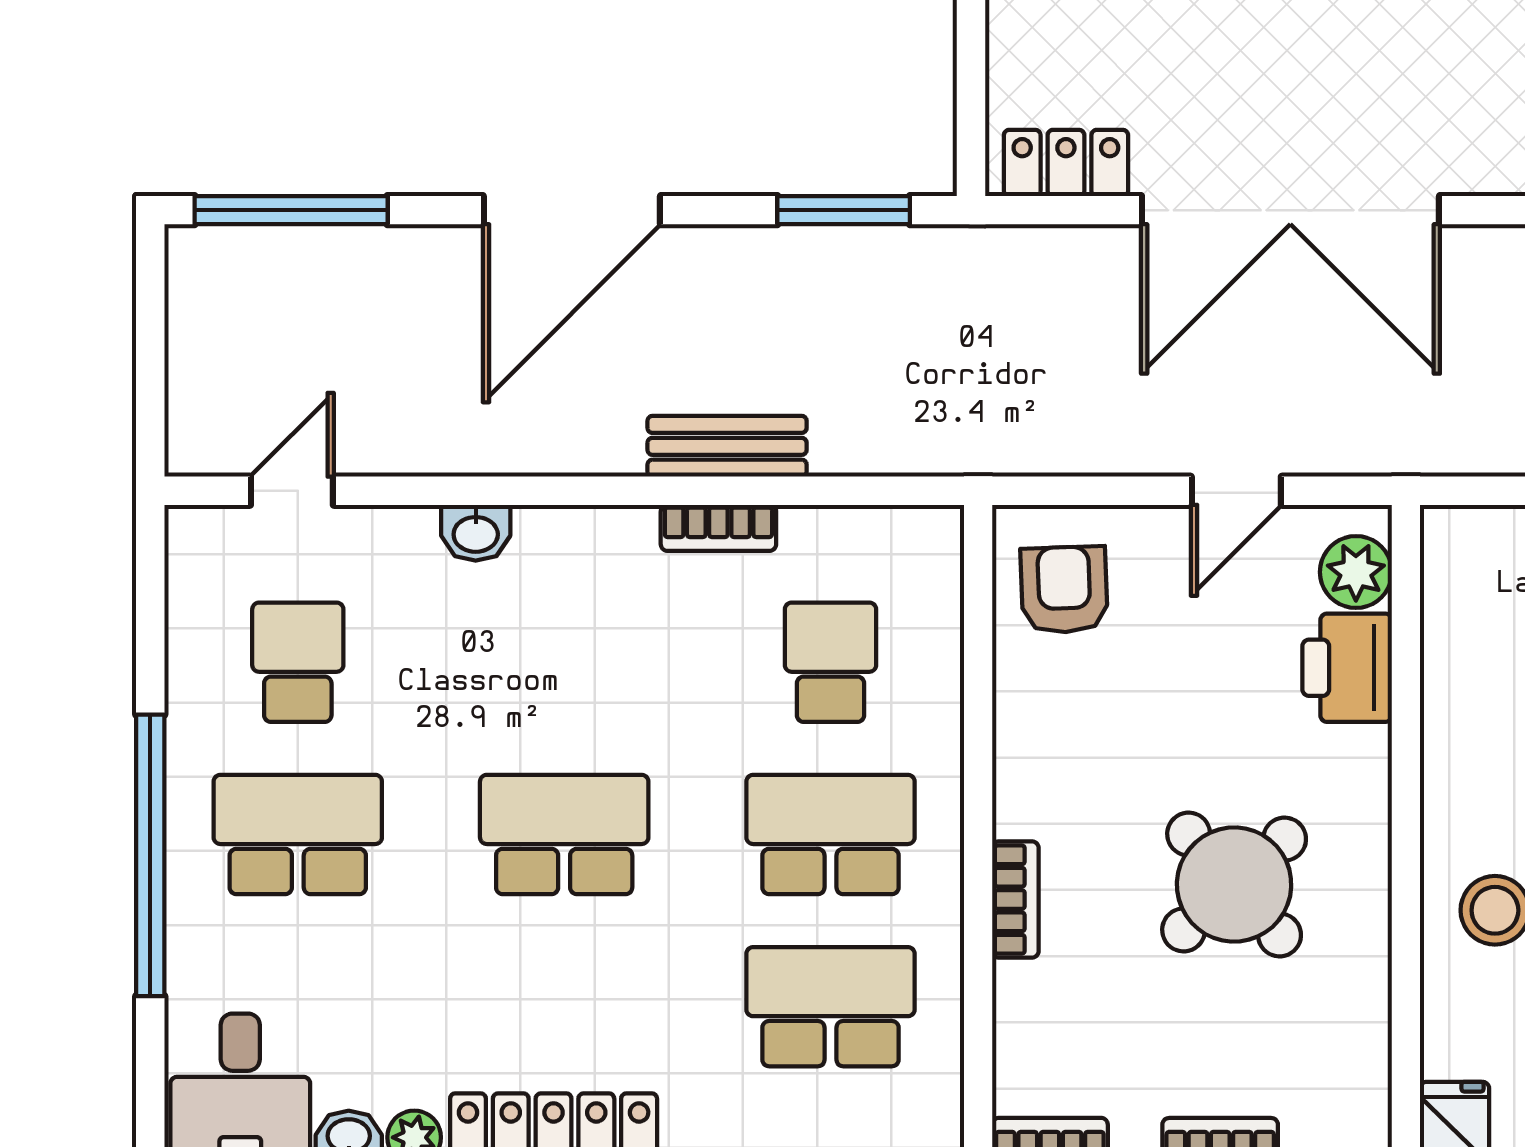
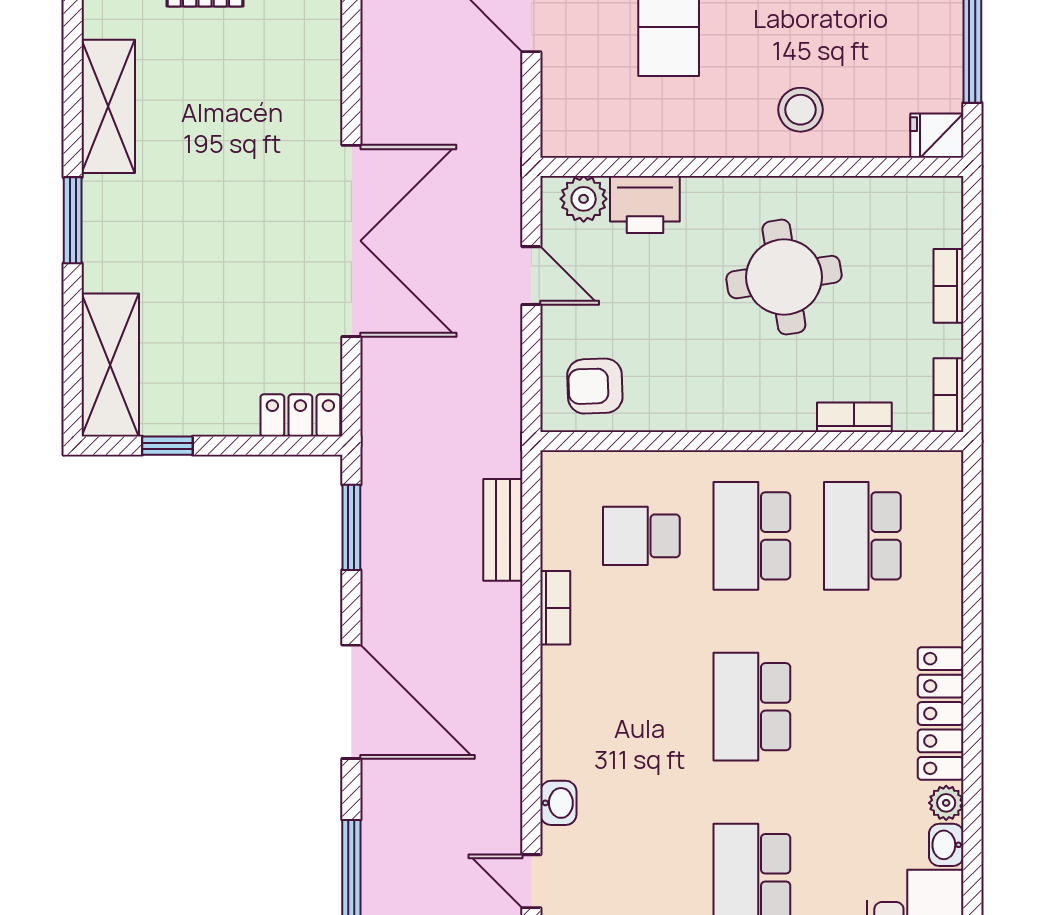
locker: (1066, 163) -> (300, 415), moved, turned 90
bench: (727, 446) -> (503, 530), moved
washbasin: (476, 533) -> (558, 803), moved
school desk: (298, 662) -> (641, 878), removed
round table: (1234, 885) -> (784, 277), turned 33
bookcase: (1015, 900) -> (854, 417), moved

